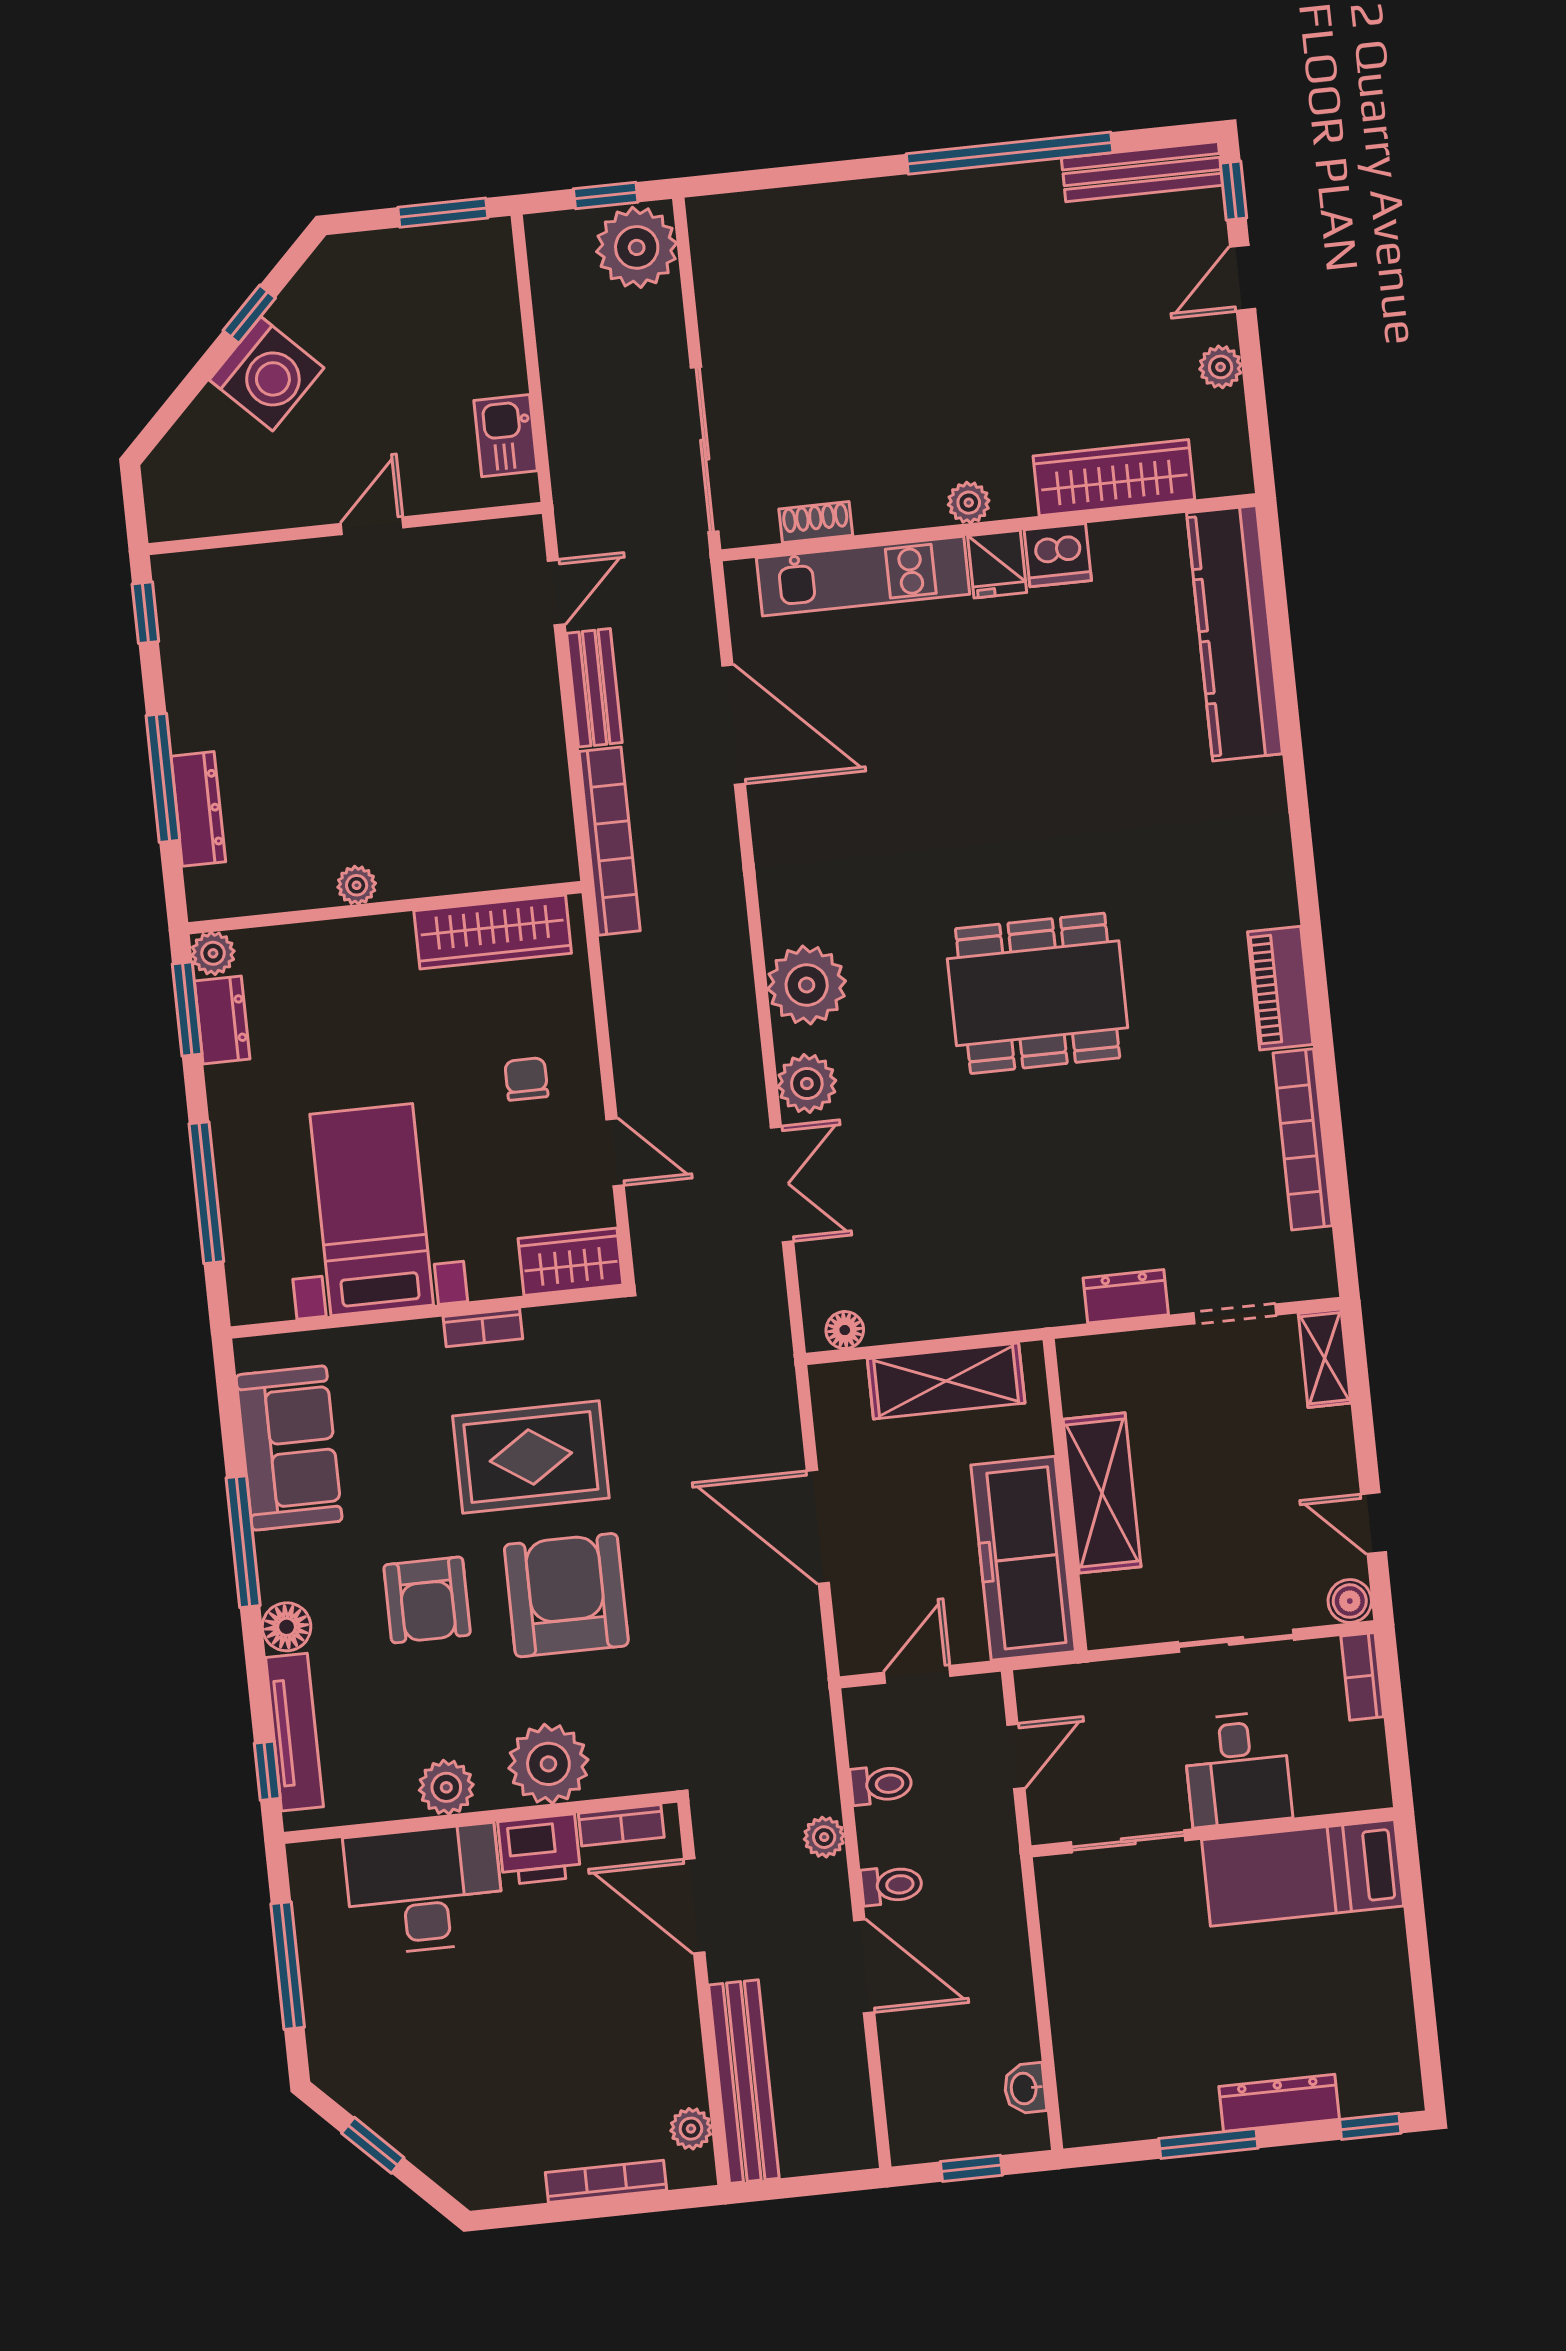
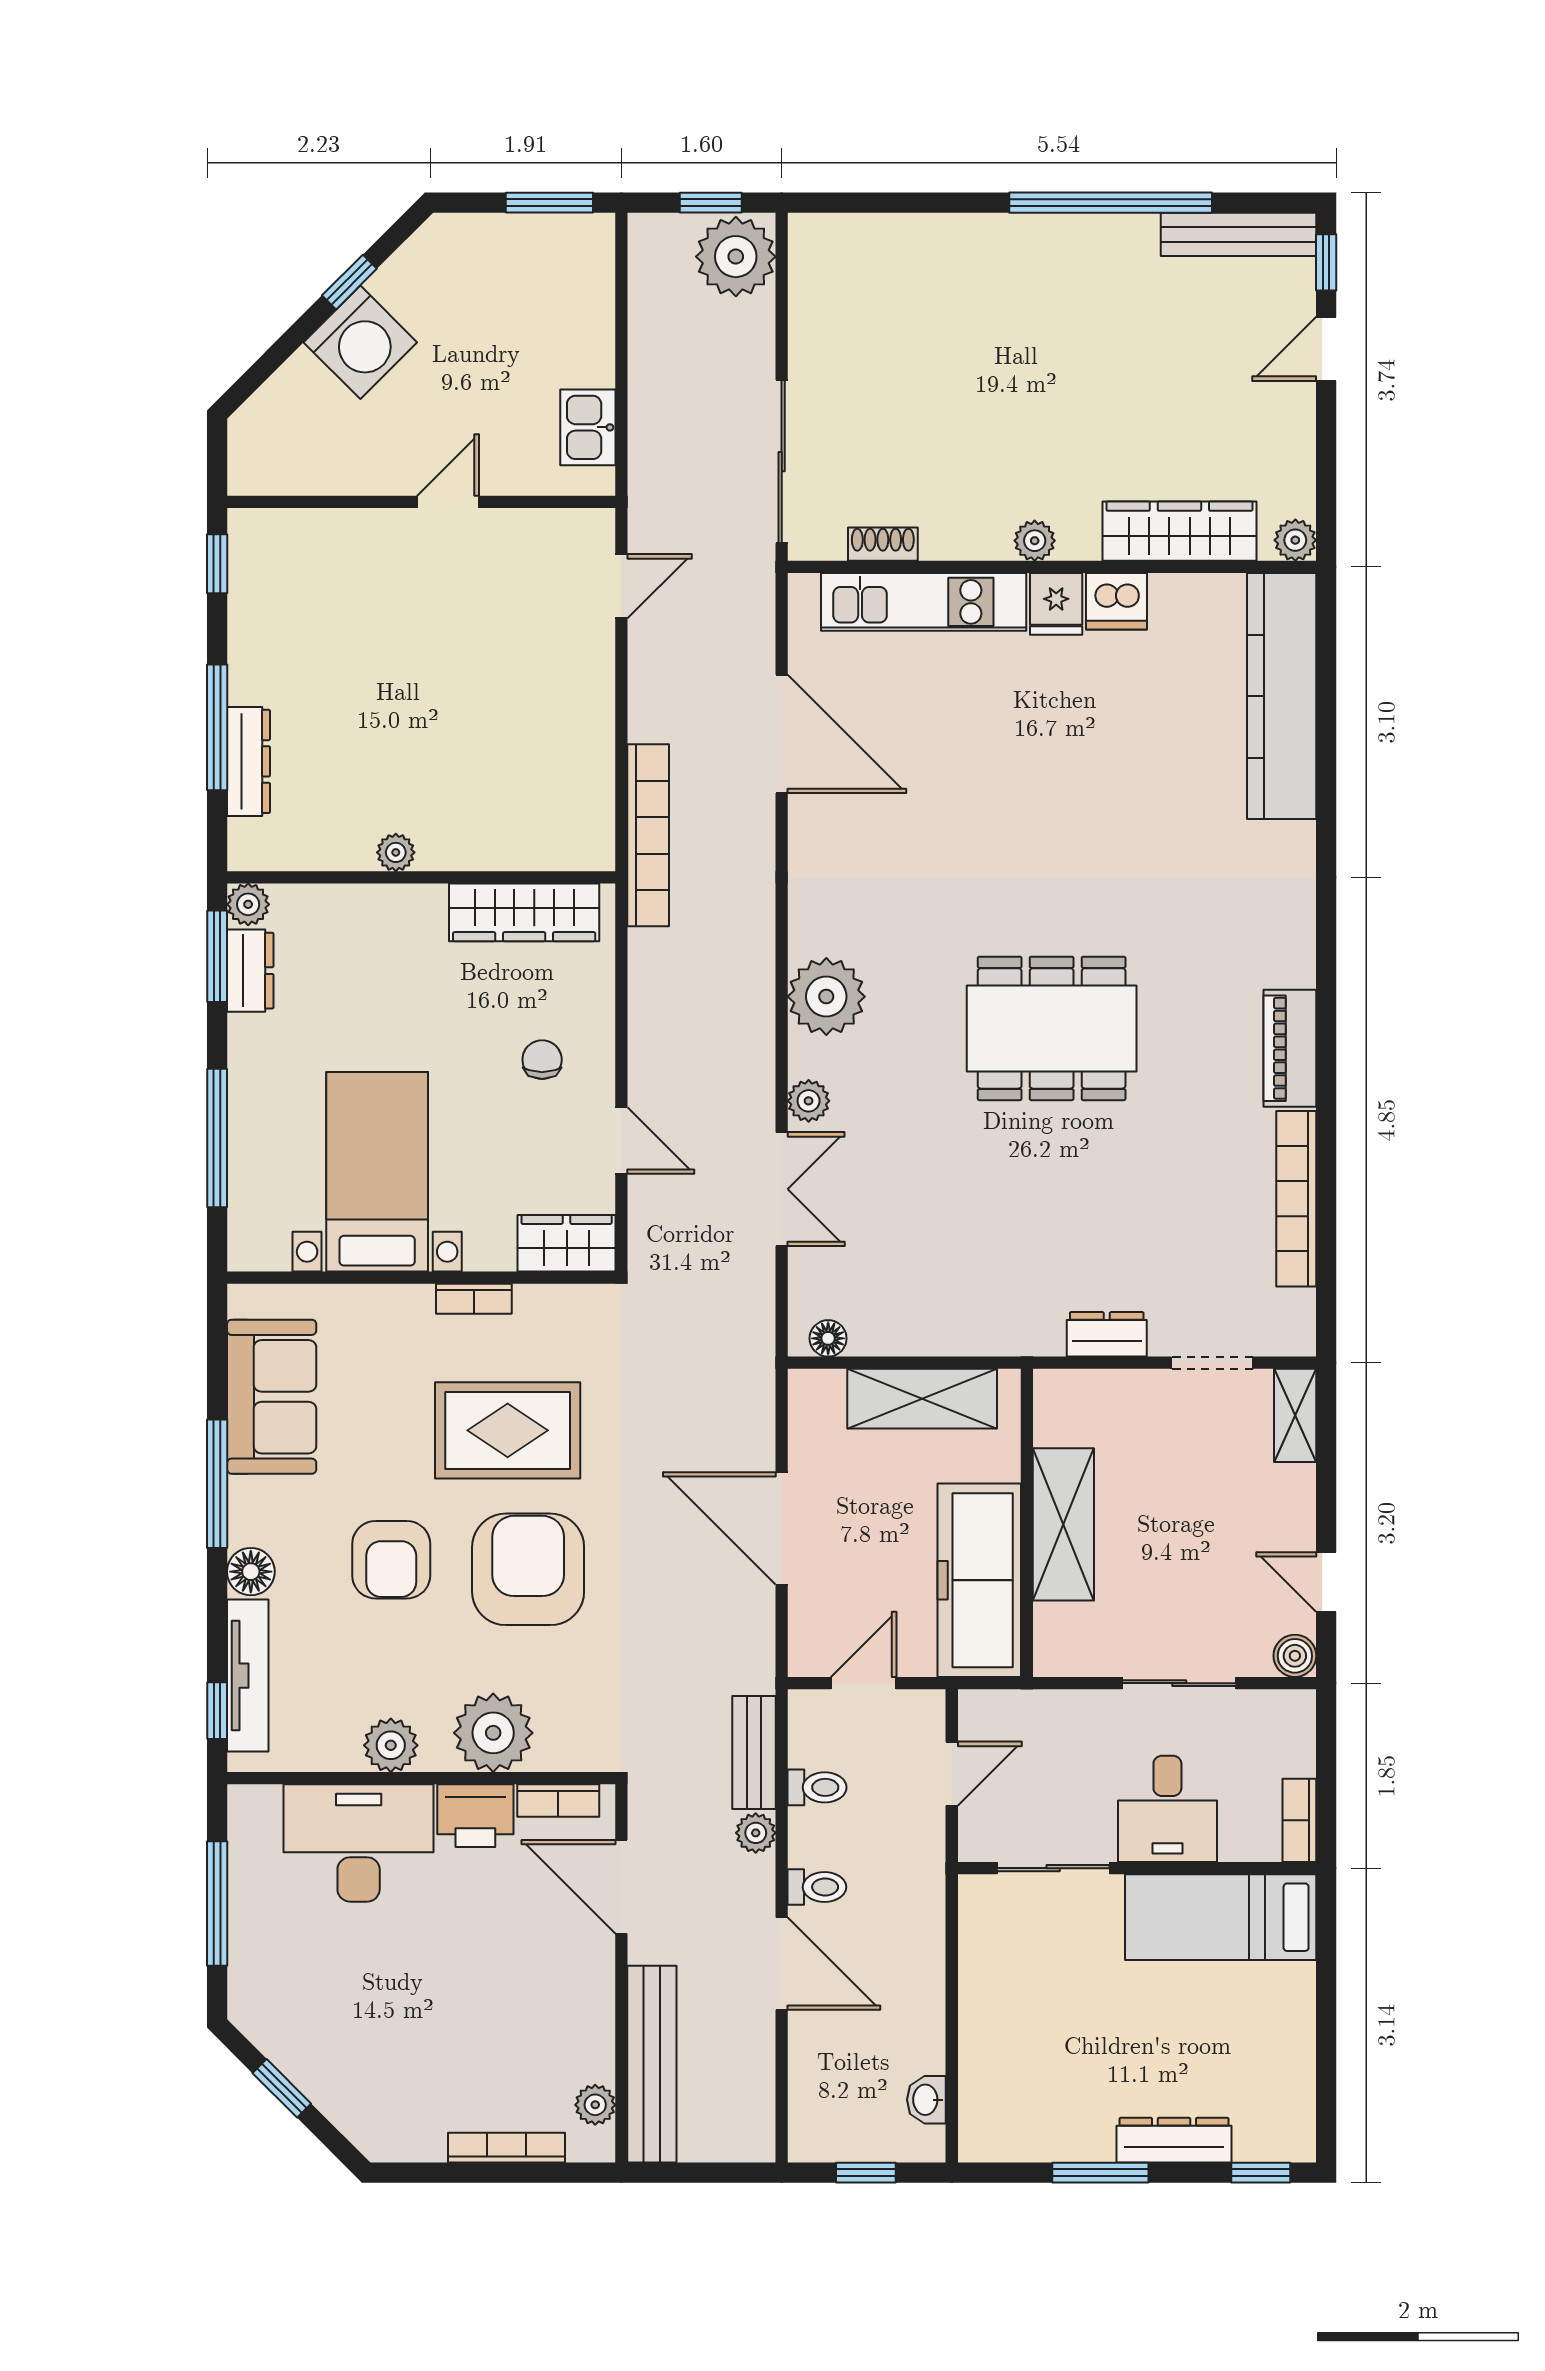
plant: (1221, 367) -> (1295, 540), moved
bench: (594, 688) -> (754, 1752), moved
plant: (807, 1084) -> (809, 1101), width x0.73, depth x0.73
bookcase: (1362, 1676) -> (1299, 1820), moved

